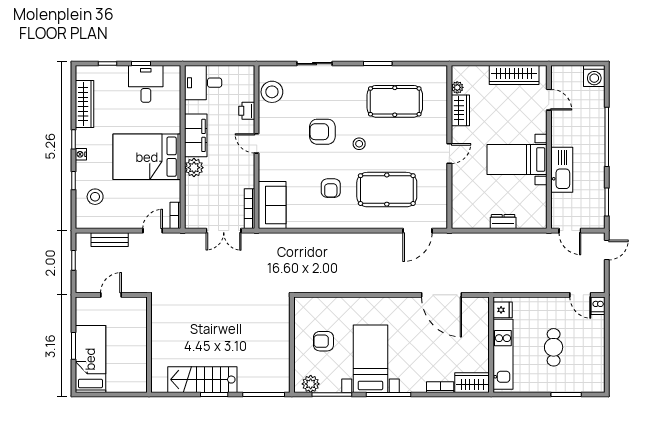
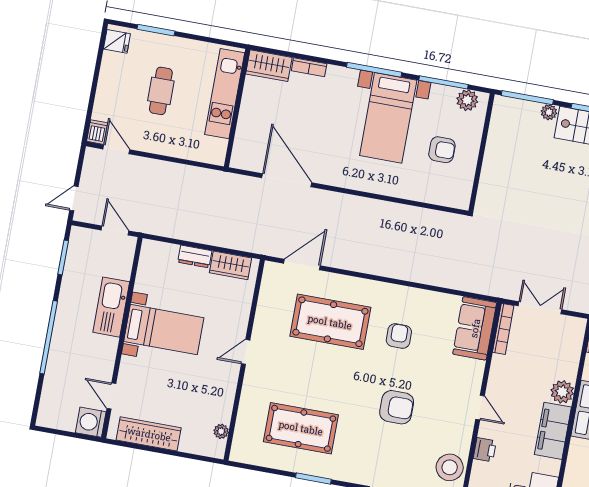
washing machine: (594, 76) -> (91, 422), moved, turned -90
wardrobe: (460, 110) -> (230, 265), moved, turned -90
stool: (359, 144) -> (354, 384), removed
fridge: (503, 310) -> (117, 41), moved, turned 180
plant: (245, 386) -> (549, 112), added

